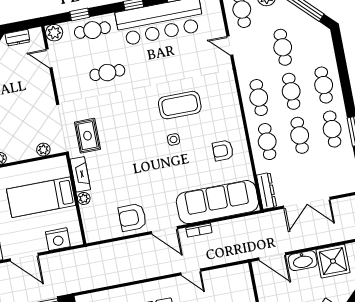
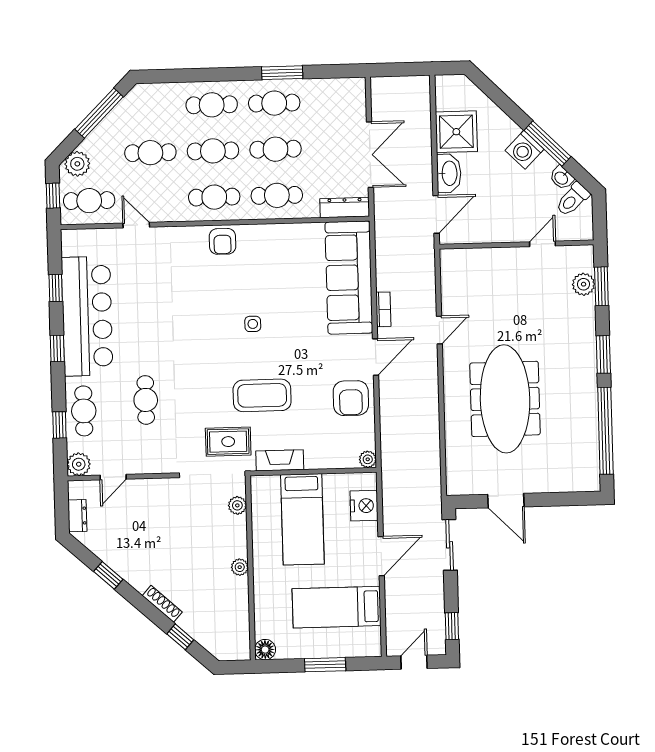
door: (230, 46) -> (136, 225), swing flipped
coffee table: (180, 105) -> (262, 395), moved, turned 90
armchair: (223, 151) -> (223, 241), moved
plant: (84, 198) -> (368, 459), moved

